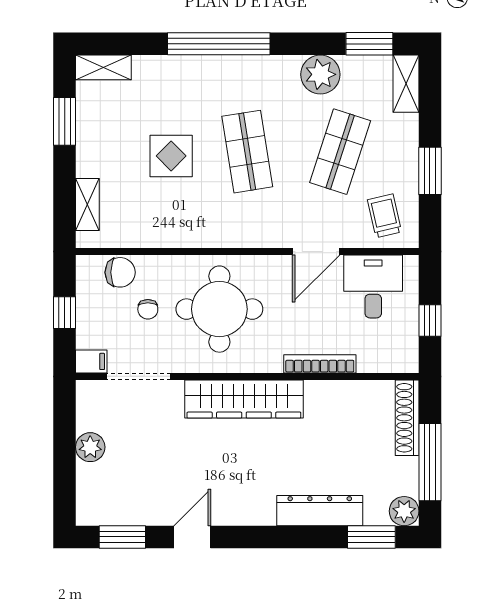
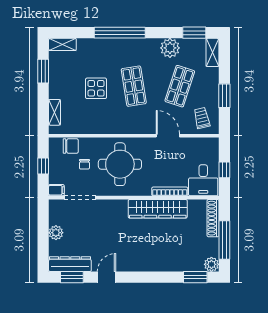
door: (316, 252) -> (168, 136), swing flipped
desk: (373, 286) -> (203, 180), moved, turned 180
wardrobe: (244, 399) -> (158, 209), moved
dresser: (320, 511) -> (70, 264), moved

